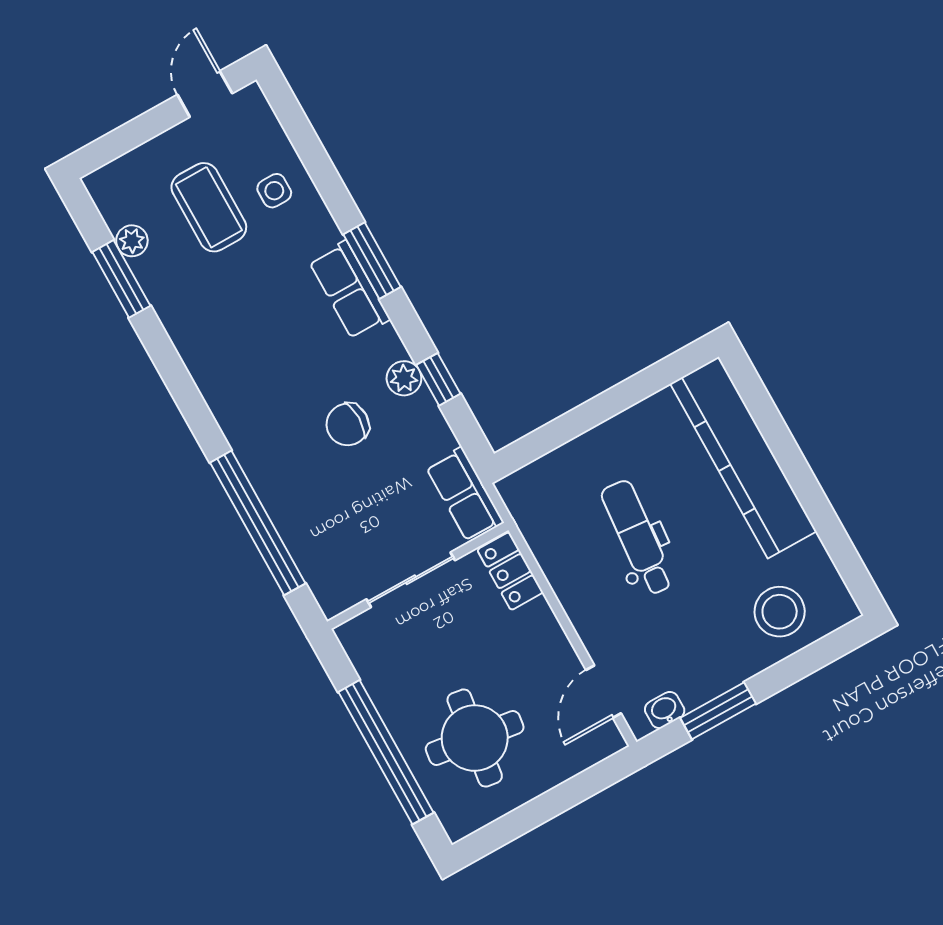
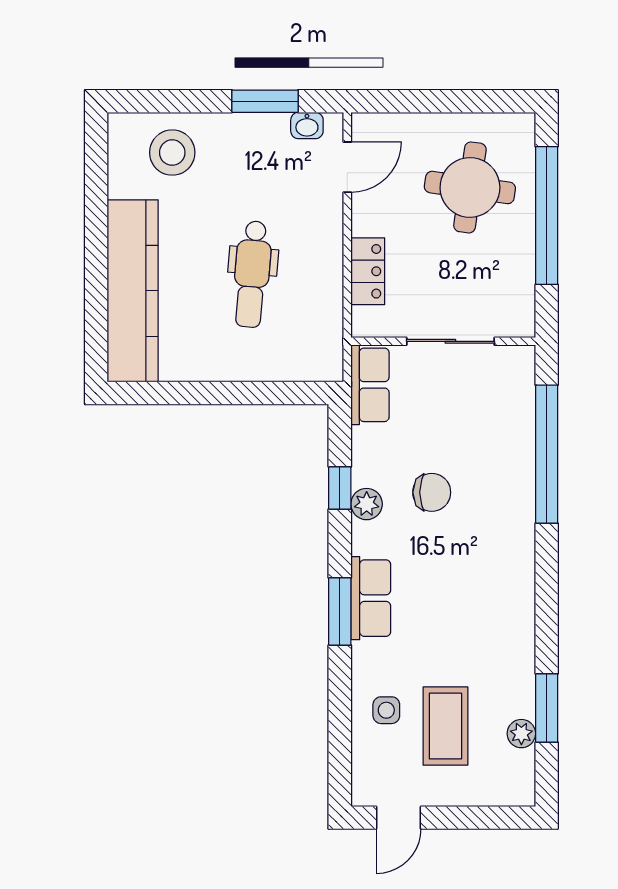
locker: (510, 571) -> (368, 271), moved

